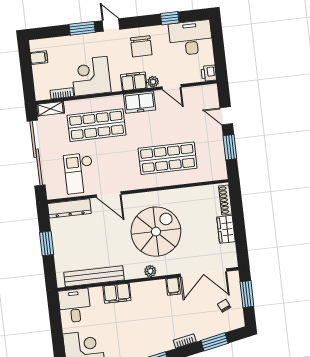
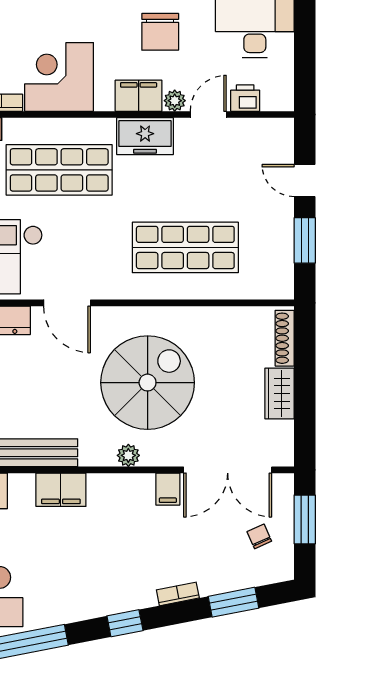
printer: (209, 73) -> (245, 98), moved, turned 90
door: (172, 87) -> (208, 115), swing flipped

